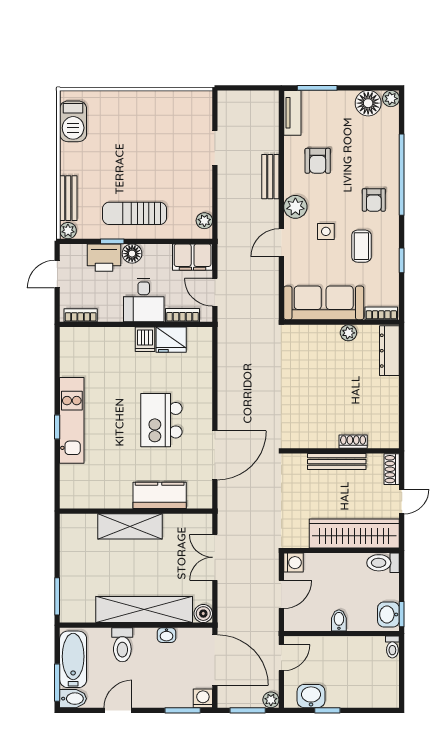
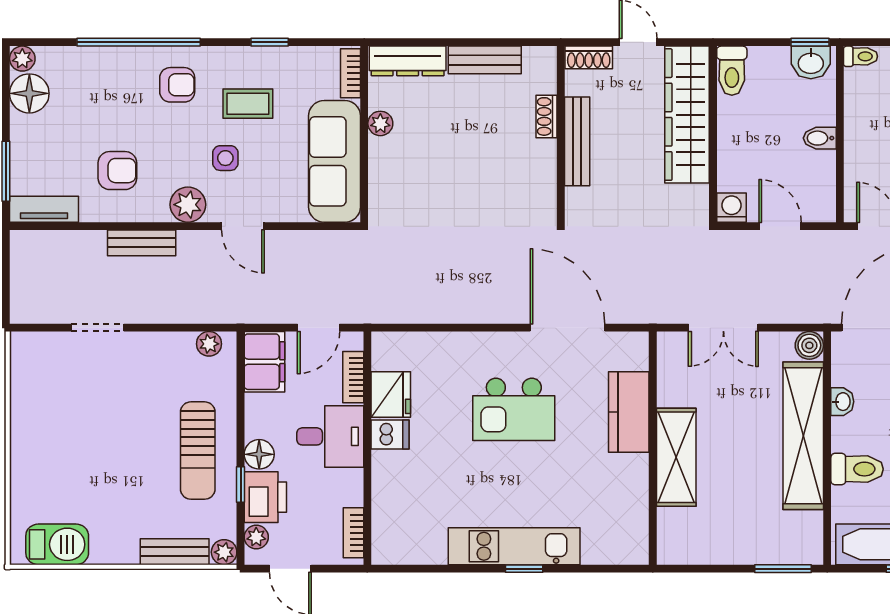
plant: (78, 252) -> (256, 537), added
bench: (390, 401) -> (485, 60), added

